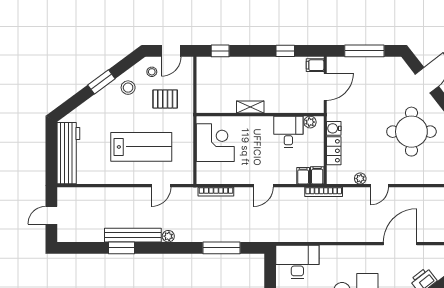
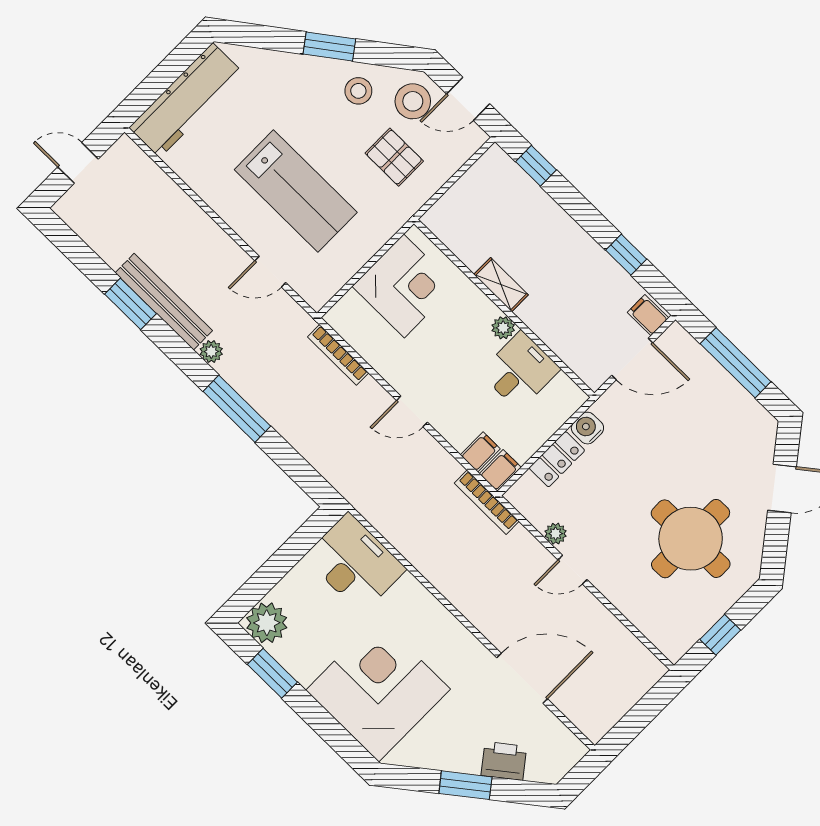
stool: (152, 72) -> (413, 101), width x1.89, depth x1.89
plant: (310, 122) -> (503, 328), moved
window: (221, 248) -> (237, 409), moved

